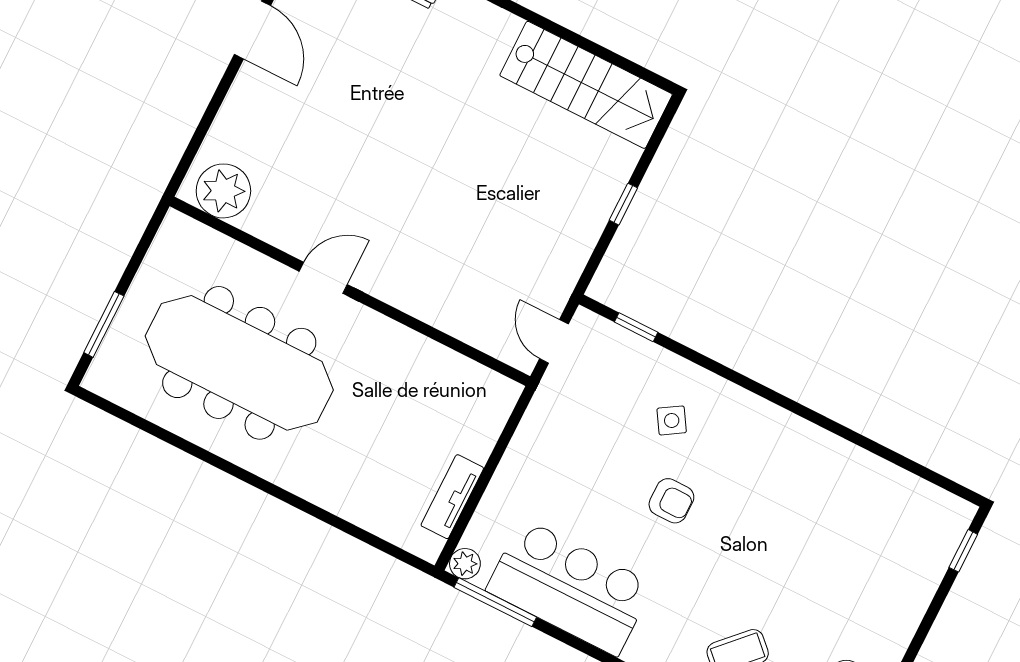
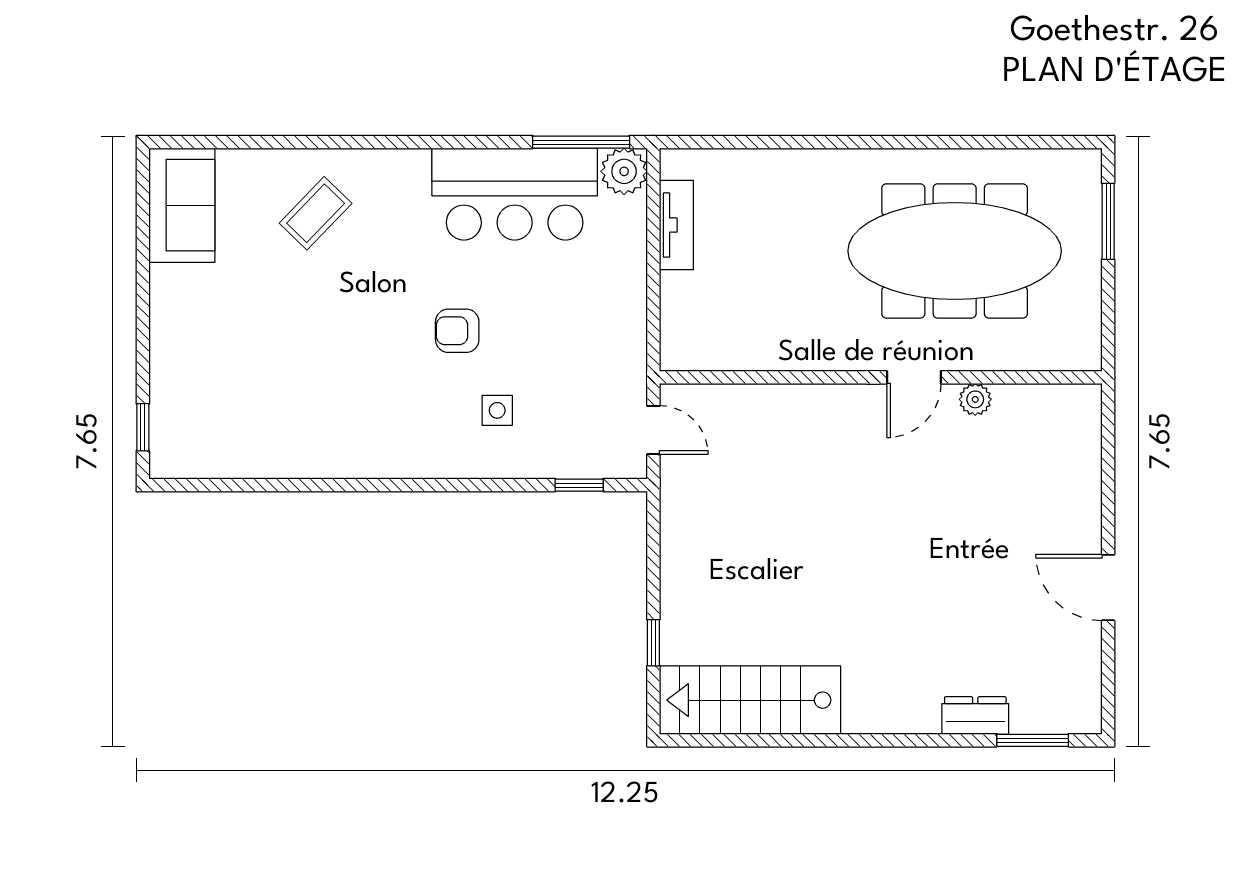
plant: (223, 191) -> (975, 399), moved, width x0.53, depth x0.53
window: (623, 204) -> (653, 643), moved
side table: (672, 420) -> (497, 410), turned 32
plant: (465, 564) -> (624, 171), width x1.38, depth x1.38

